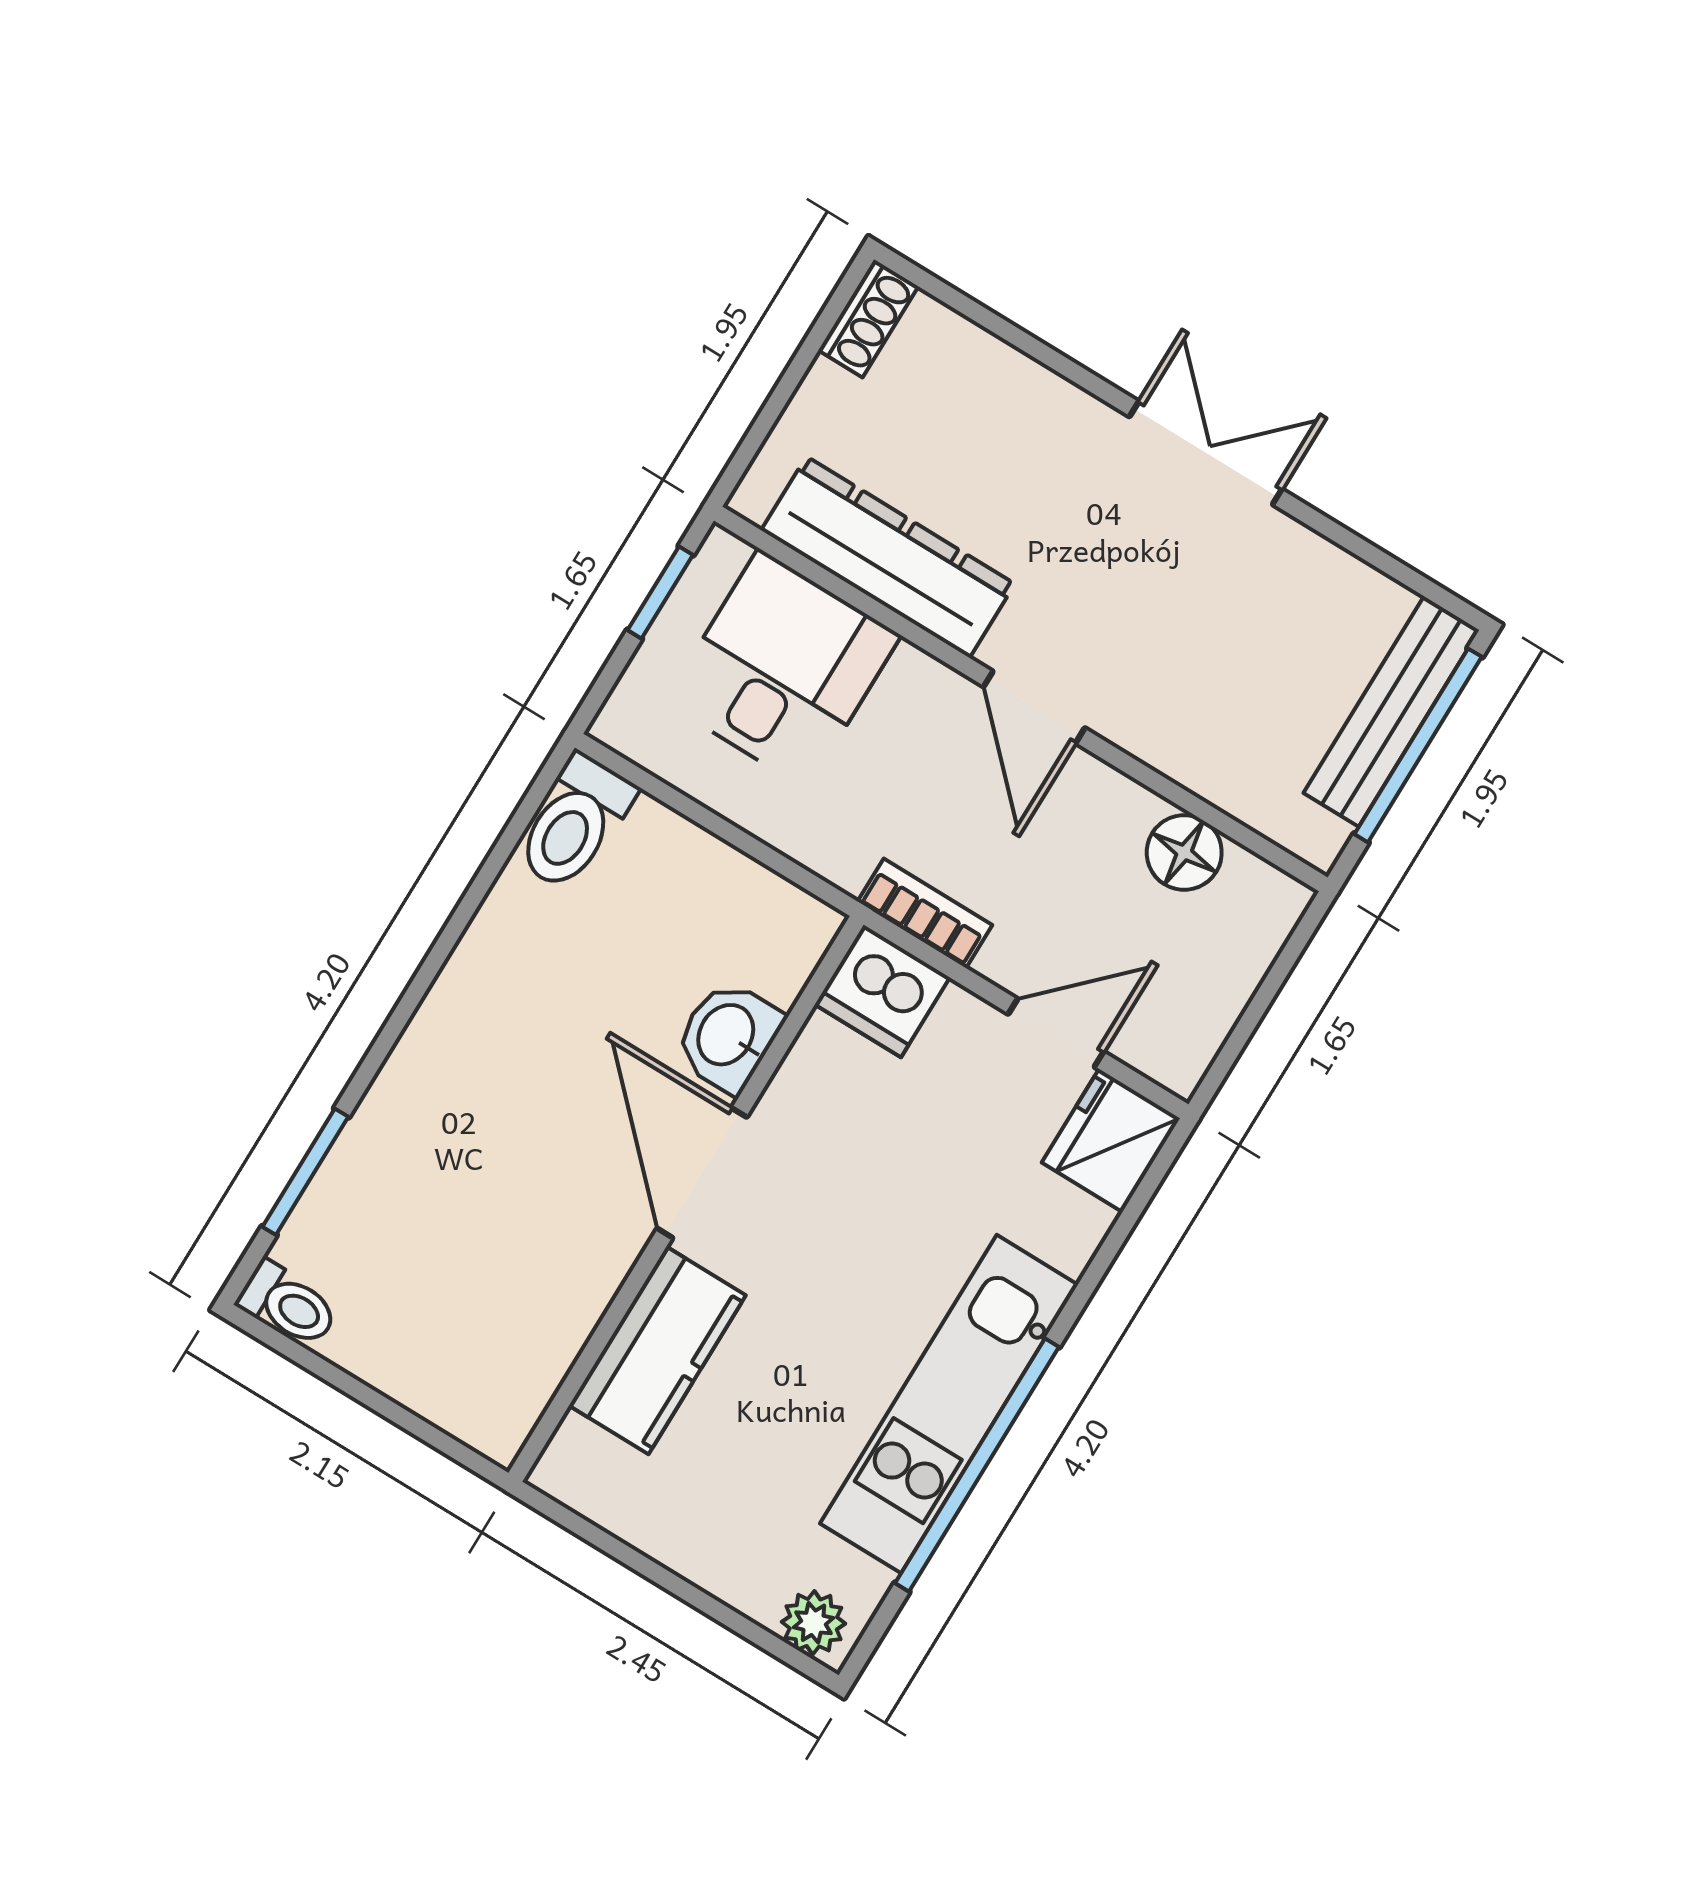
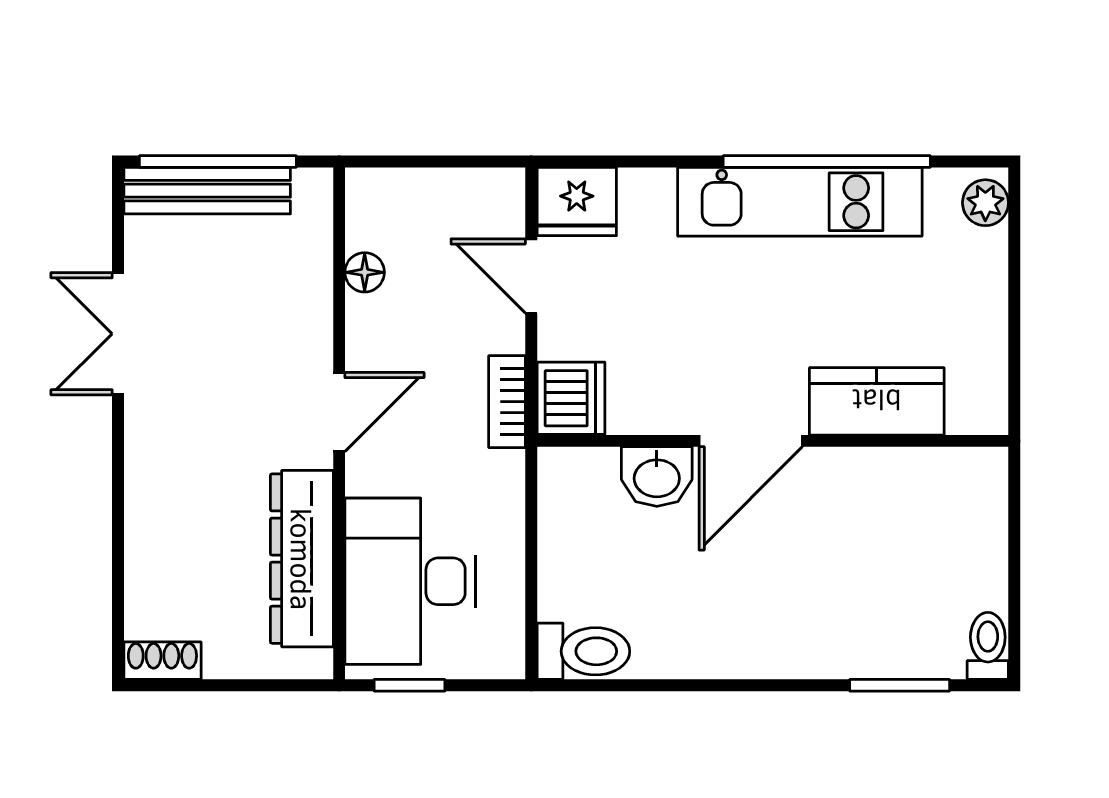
double door: (1206, 453) -> (118, 334), moved
desk: (783, 669) -> (410, 581), width x1.37
floor lamp: (1184, 853) -> (365, 272), width x0.73, depth x0.73

